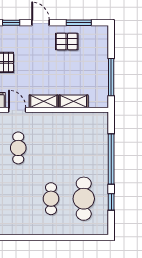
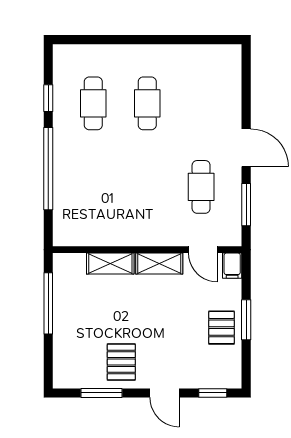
pallet: (67, 42) -> (121, 362), turned 90
cafe table: (84, 199) -> (93, 103), width x0.73, depth x0.74

